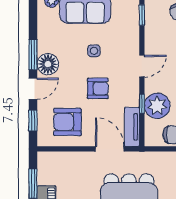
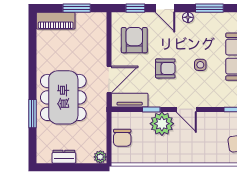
window: (33, 55) -> (209, 8), moved
floor lamp: (48, 64) -> (188, 17), width x0.53, depth x0.53
armchair: (98, 88) -> (165, 68), turned -90
plant: (157, 106) -> (162, 124), moved

